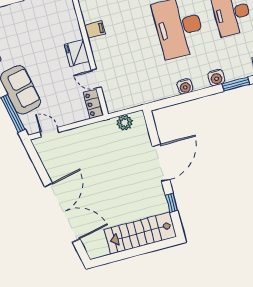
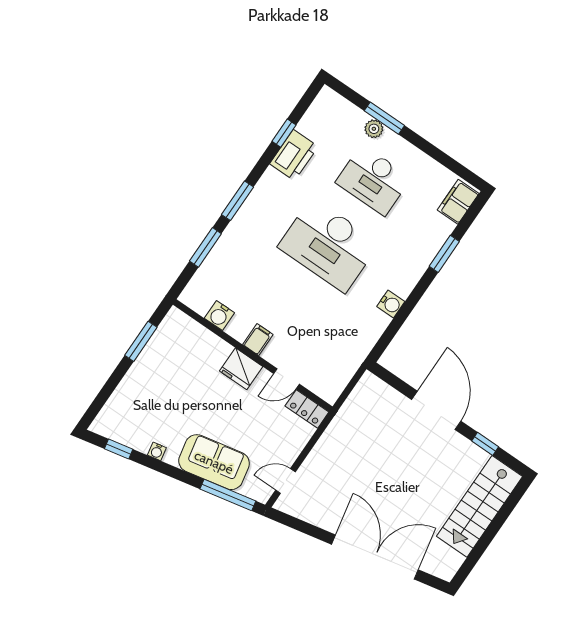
filing cabinet: (95, 30) -> (258, 340), moved
water cooler: (216, 78) -> (219, 315), moved, turned 90
plant: (125, 123) -> (359, 400), removed

